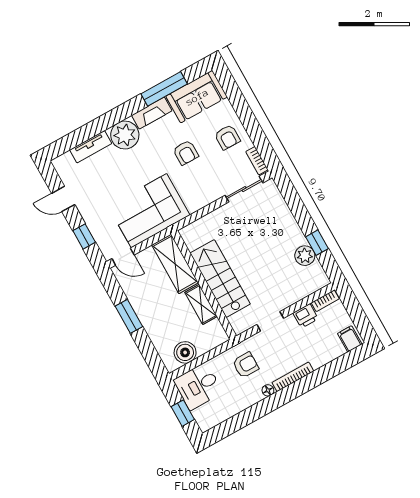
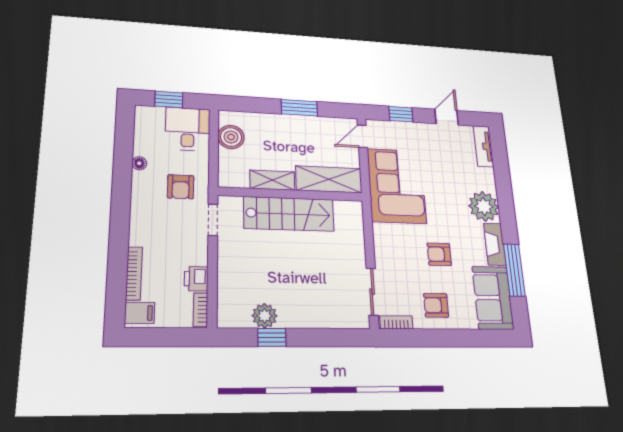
tv unit: (91, 147) -> (483, 146), moved
doorway: (270, 321) -> (213, 220), moved
bookcase: (293, 377) -> (134, 273), moved
floor lamp: (268, 390) -> (139, 163), moved

